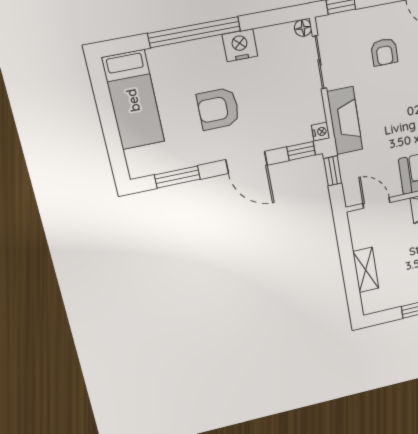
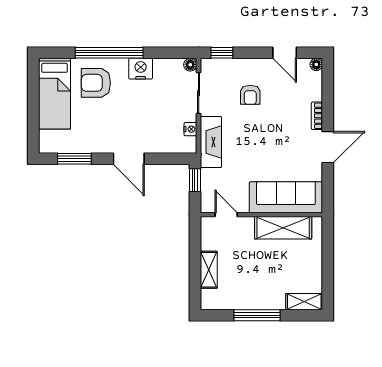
armchair: (218, 109) -> (96, 83), moved
nightstand: (321, 132) -> (190, 129), moved
window: (301, 151) -> (173, 159), removed

